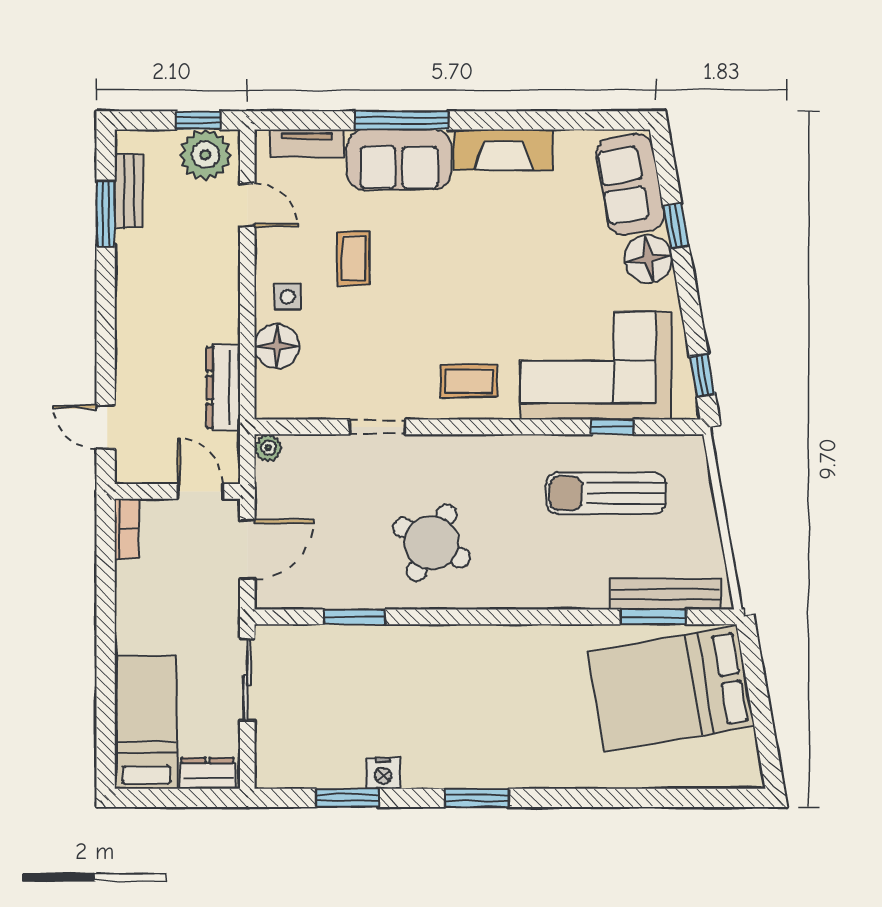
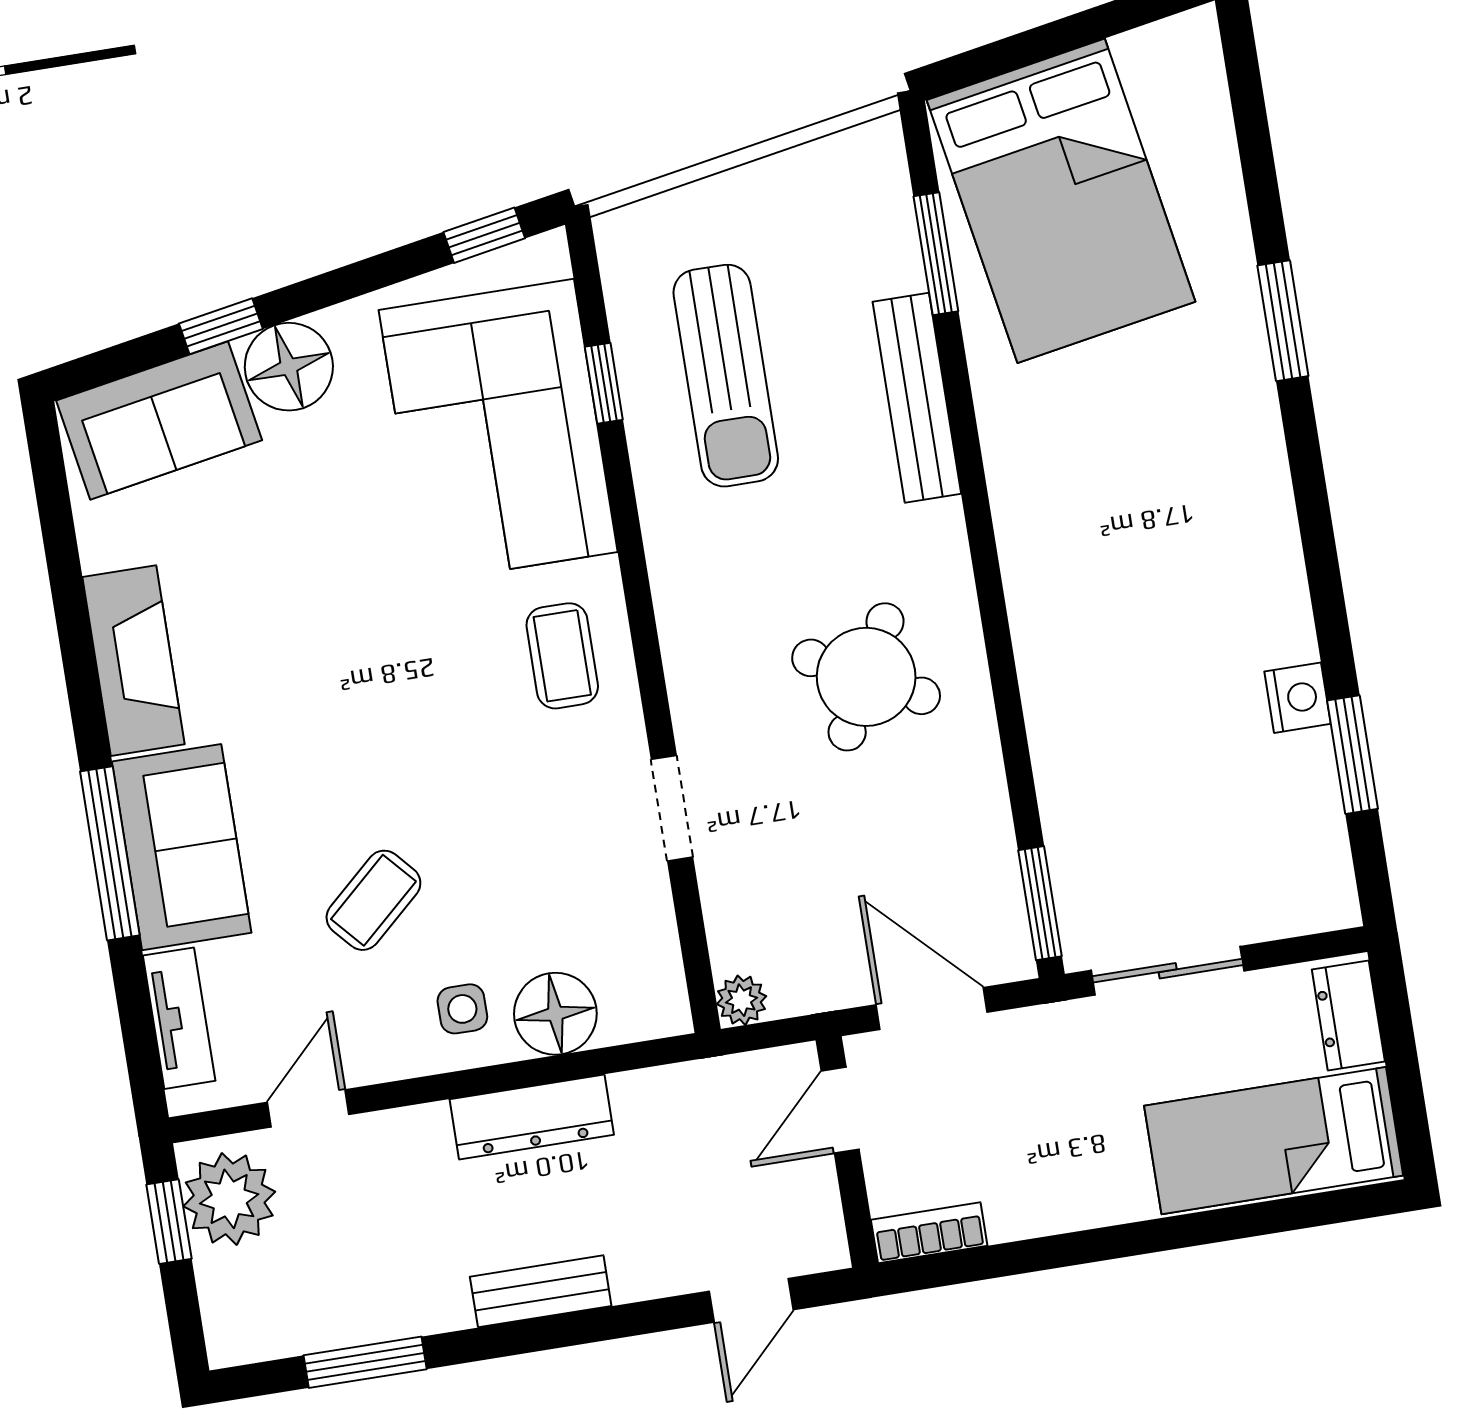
bench: (129, 191) -> (541, 1291), moved
coffee table: (354, 258) -> (373, 900), turned -42
dresser: (223, 388) -> (532, 1117), moved
bench: (665, 594) -> (917, 398), moved
window: (355, 617) -> (1040, 903), moved
window: (477, 798) -> (1283, 321), moved

